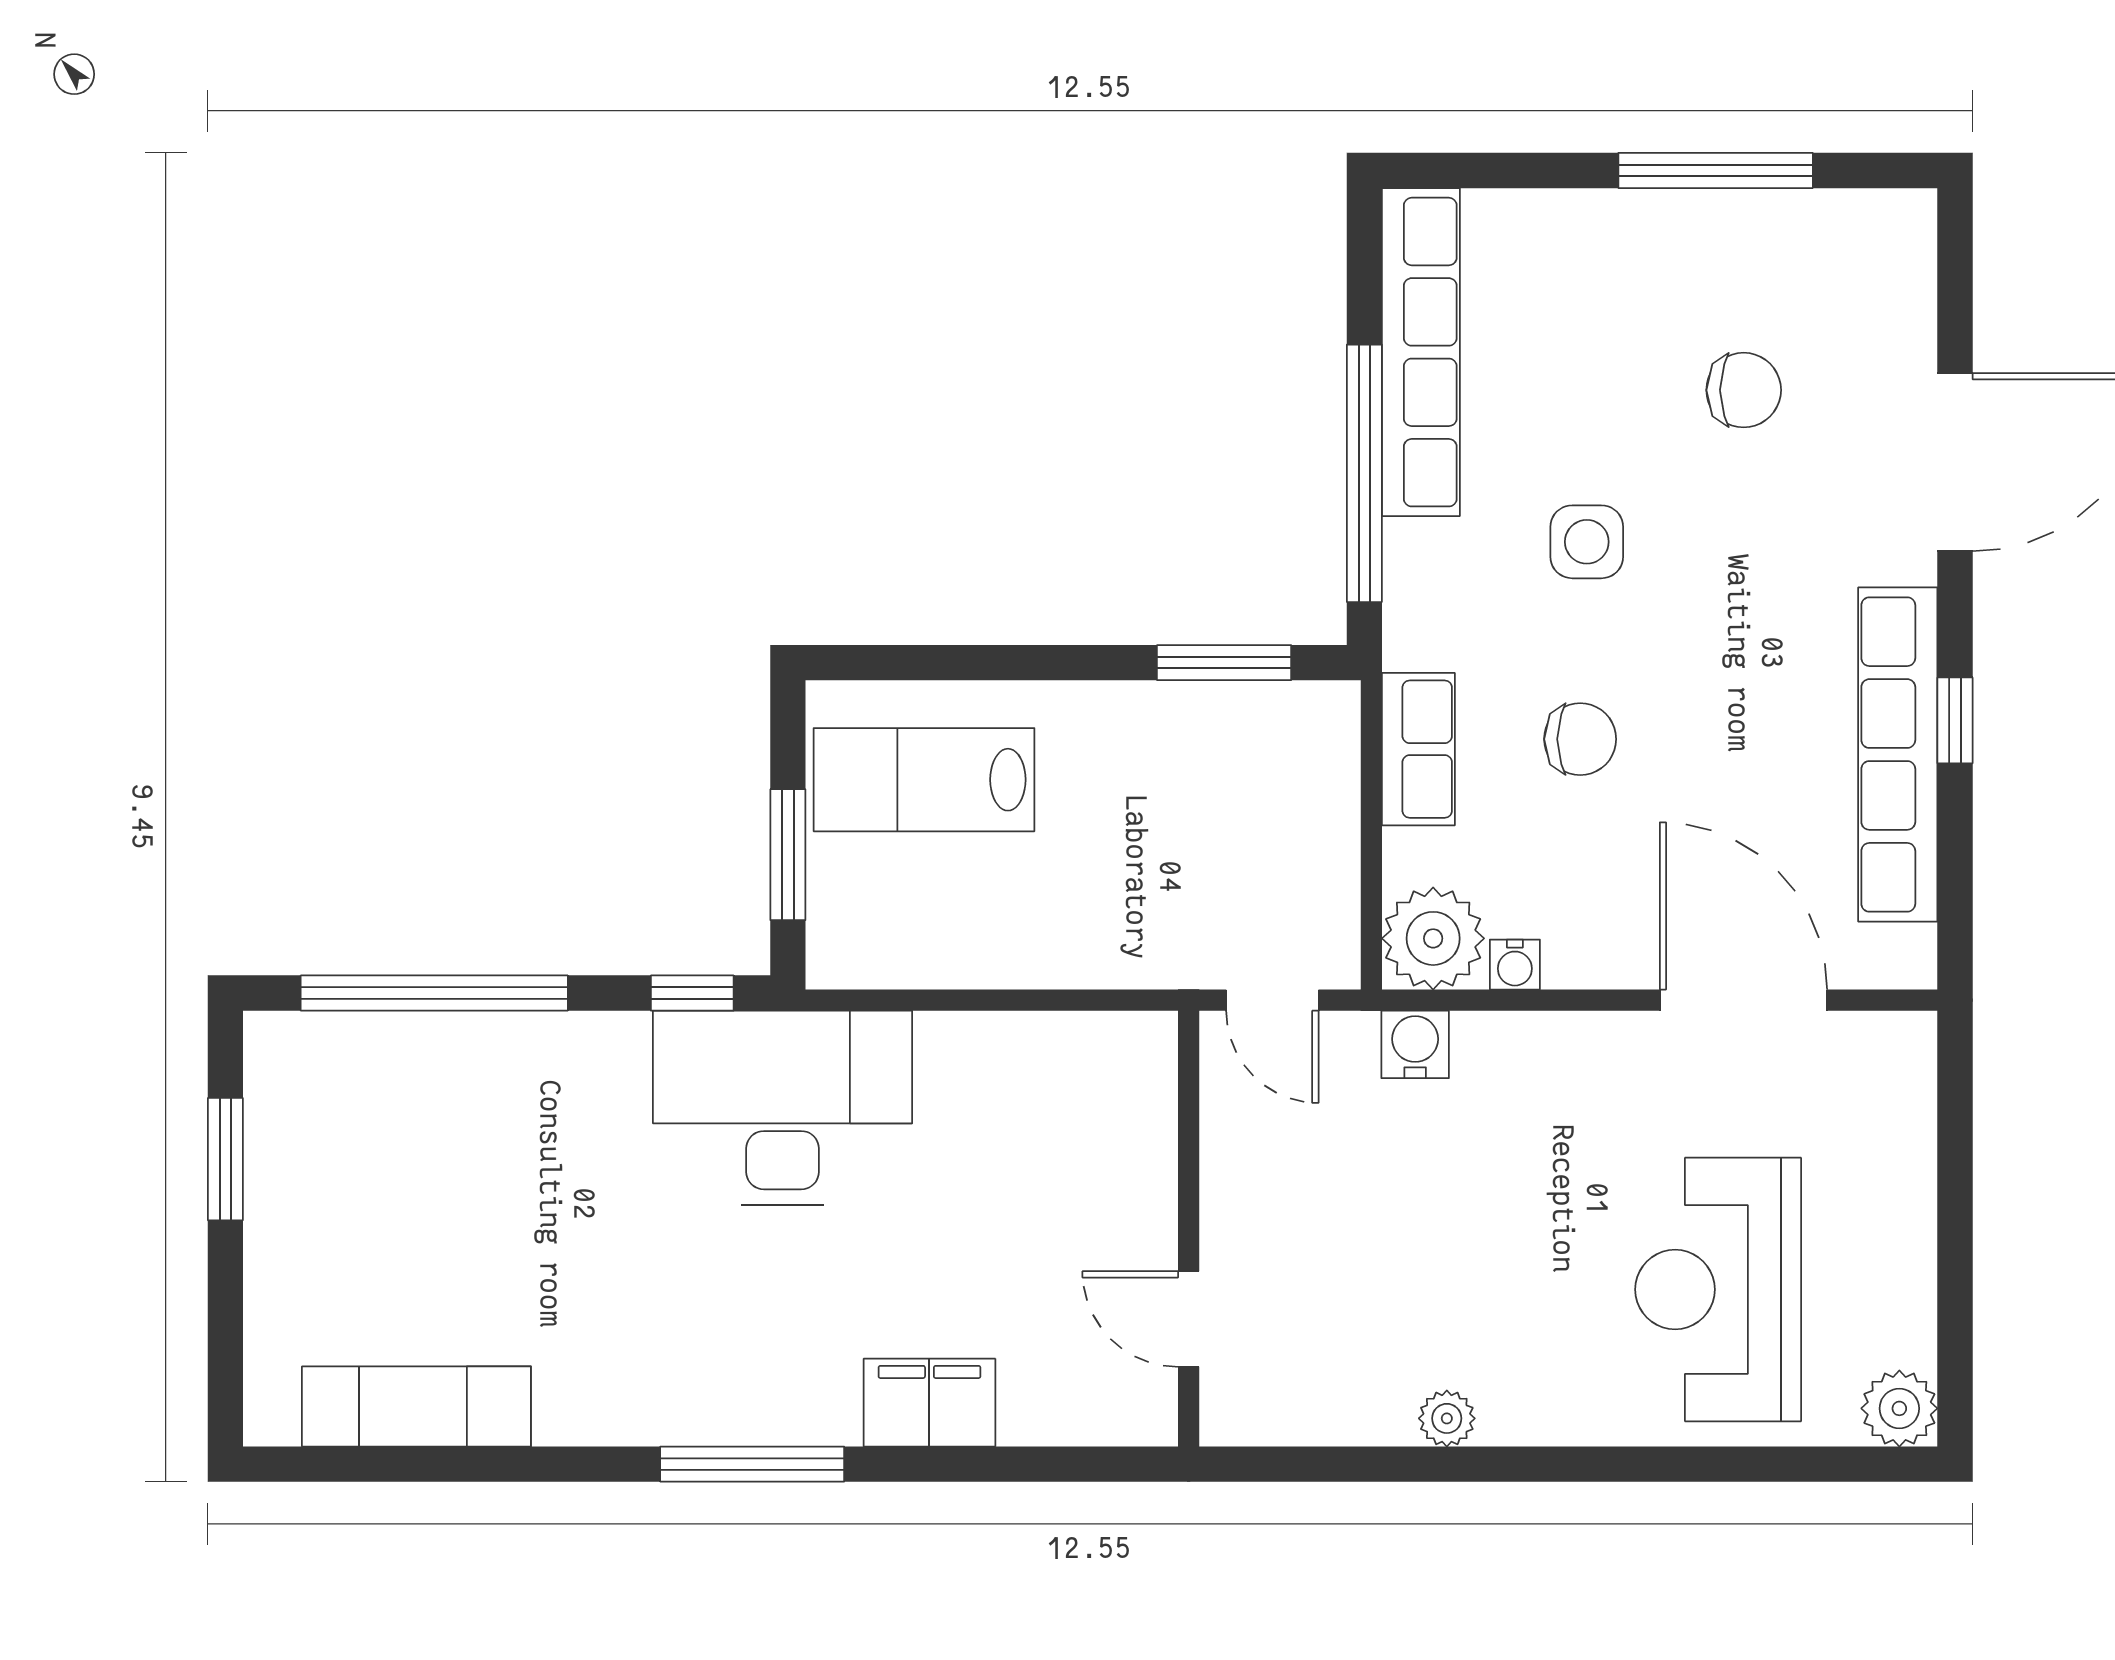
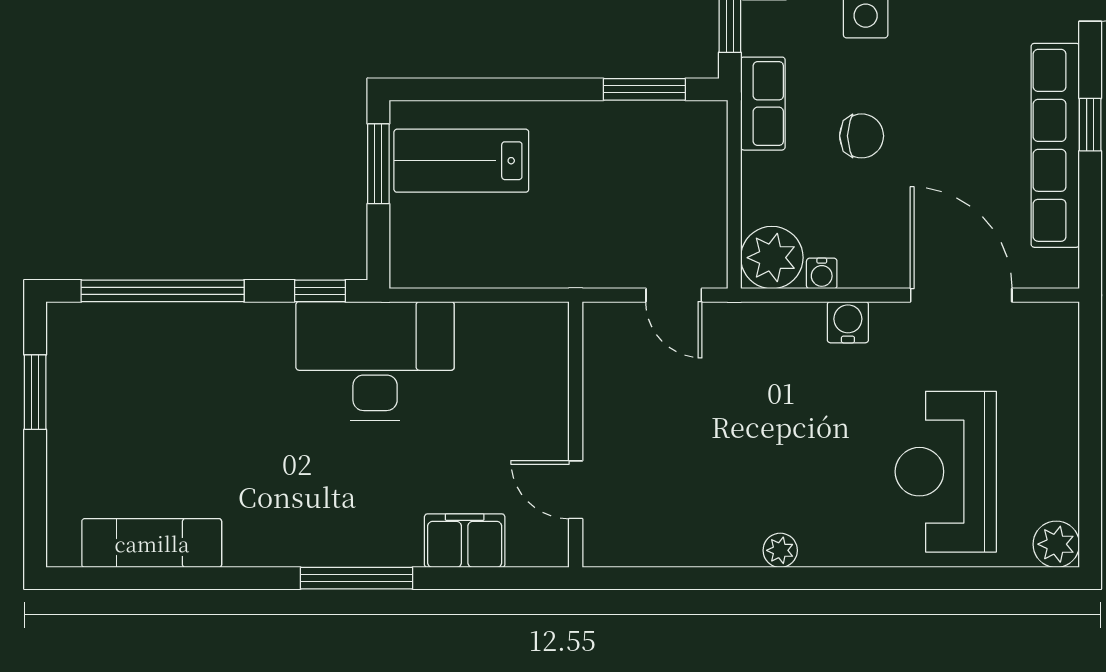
row of seats: (1418, 749) -> (763, 104), moved
window: (788, 855) -> (378, 164), moved
water cooler: (1415, 1044) -> (848, 322), moved
wall: (1189, 1229) -> (576, 435), moved
door: (1189, 1319) -> (576, 490), moved

